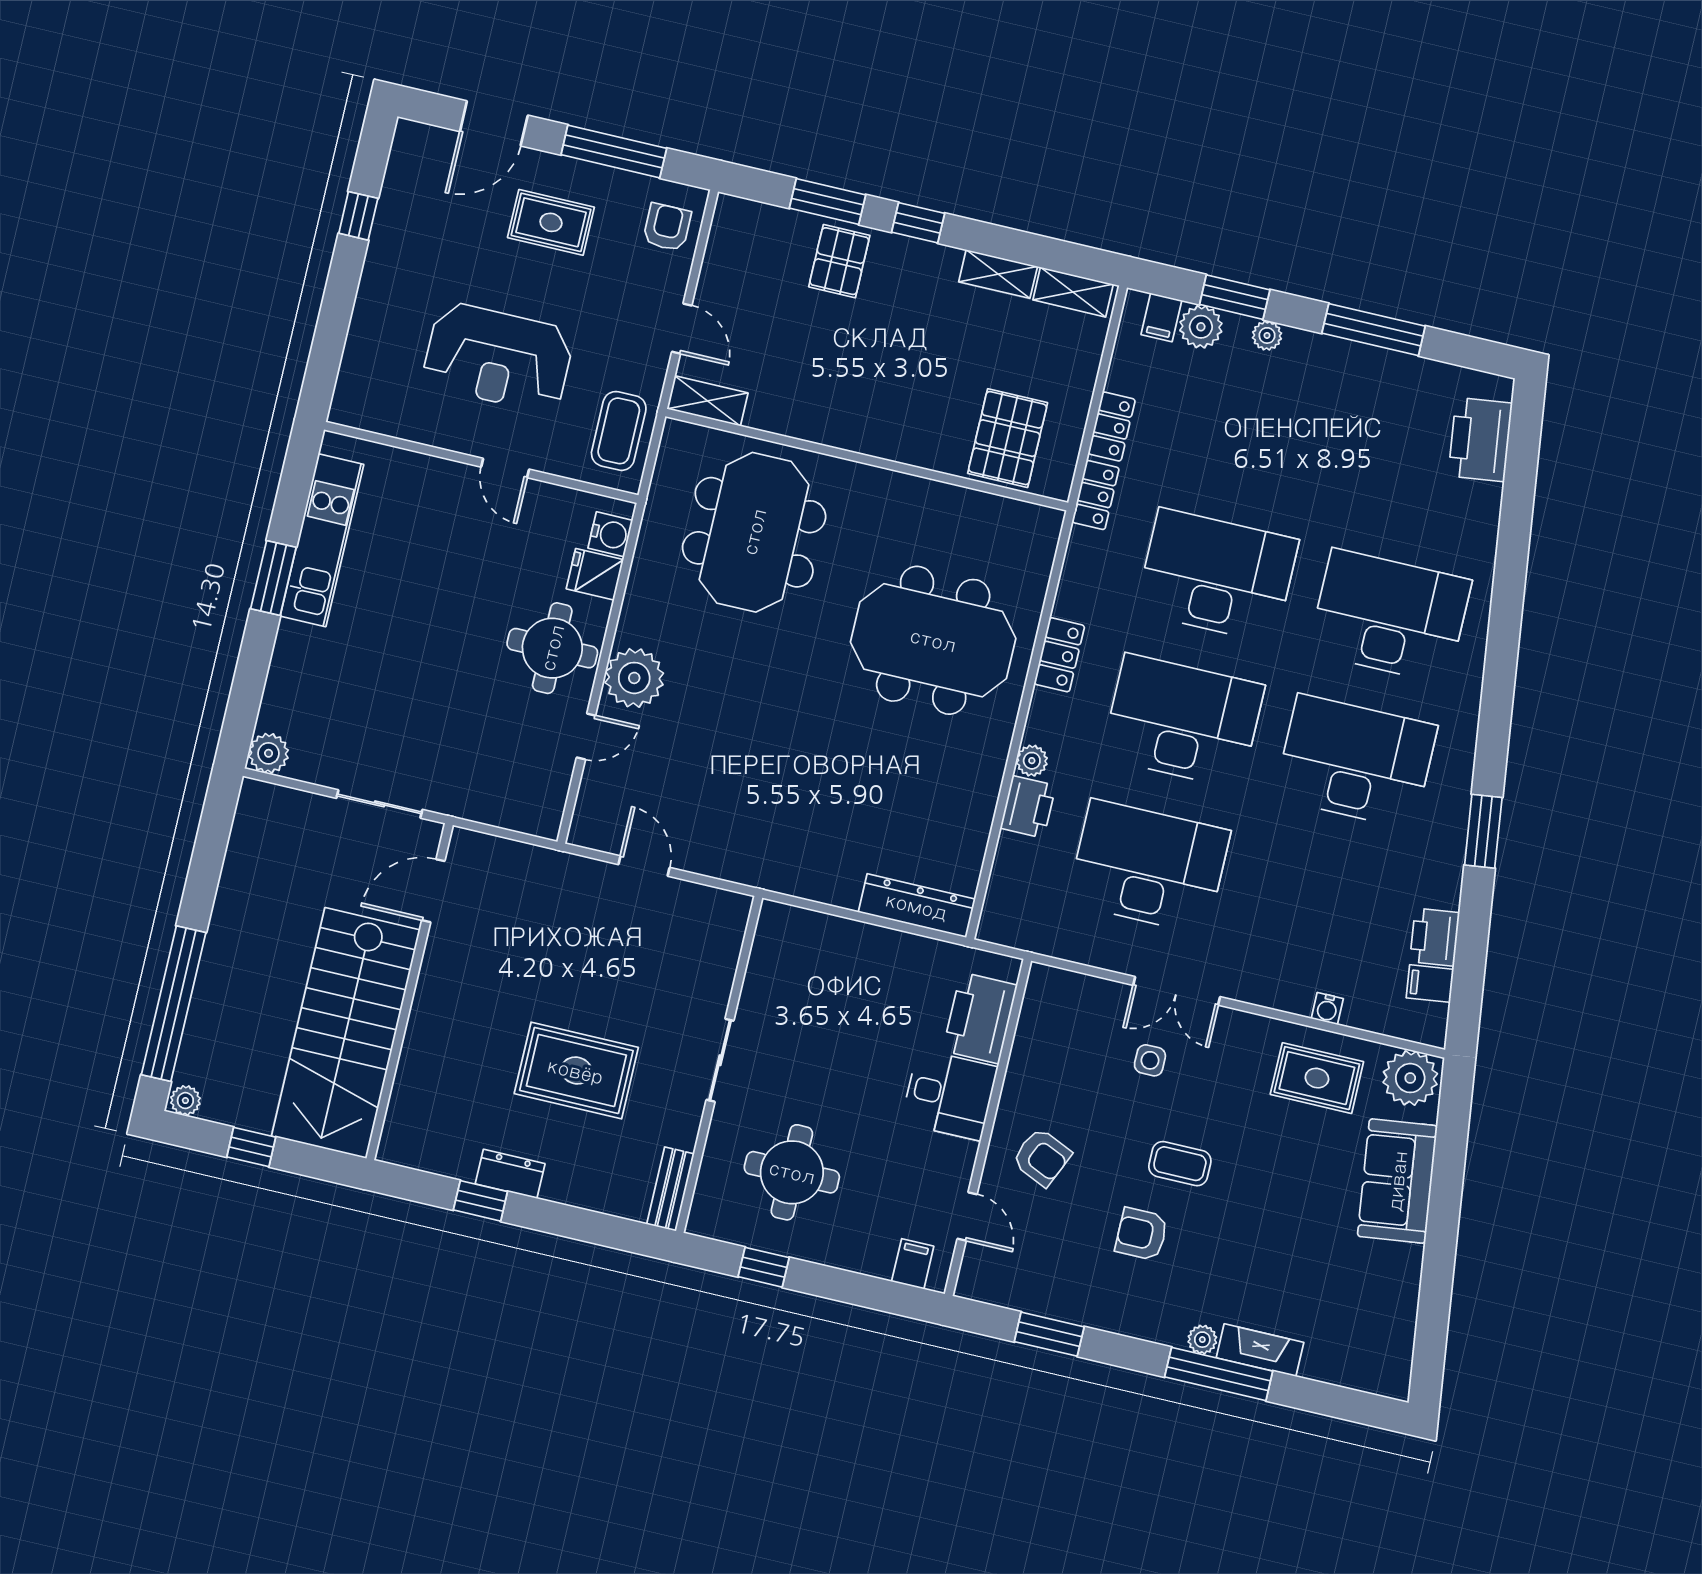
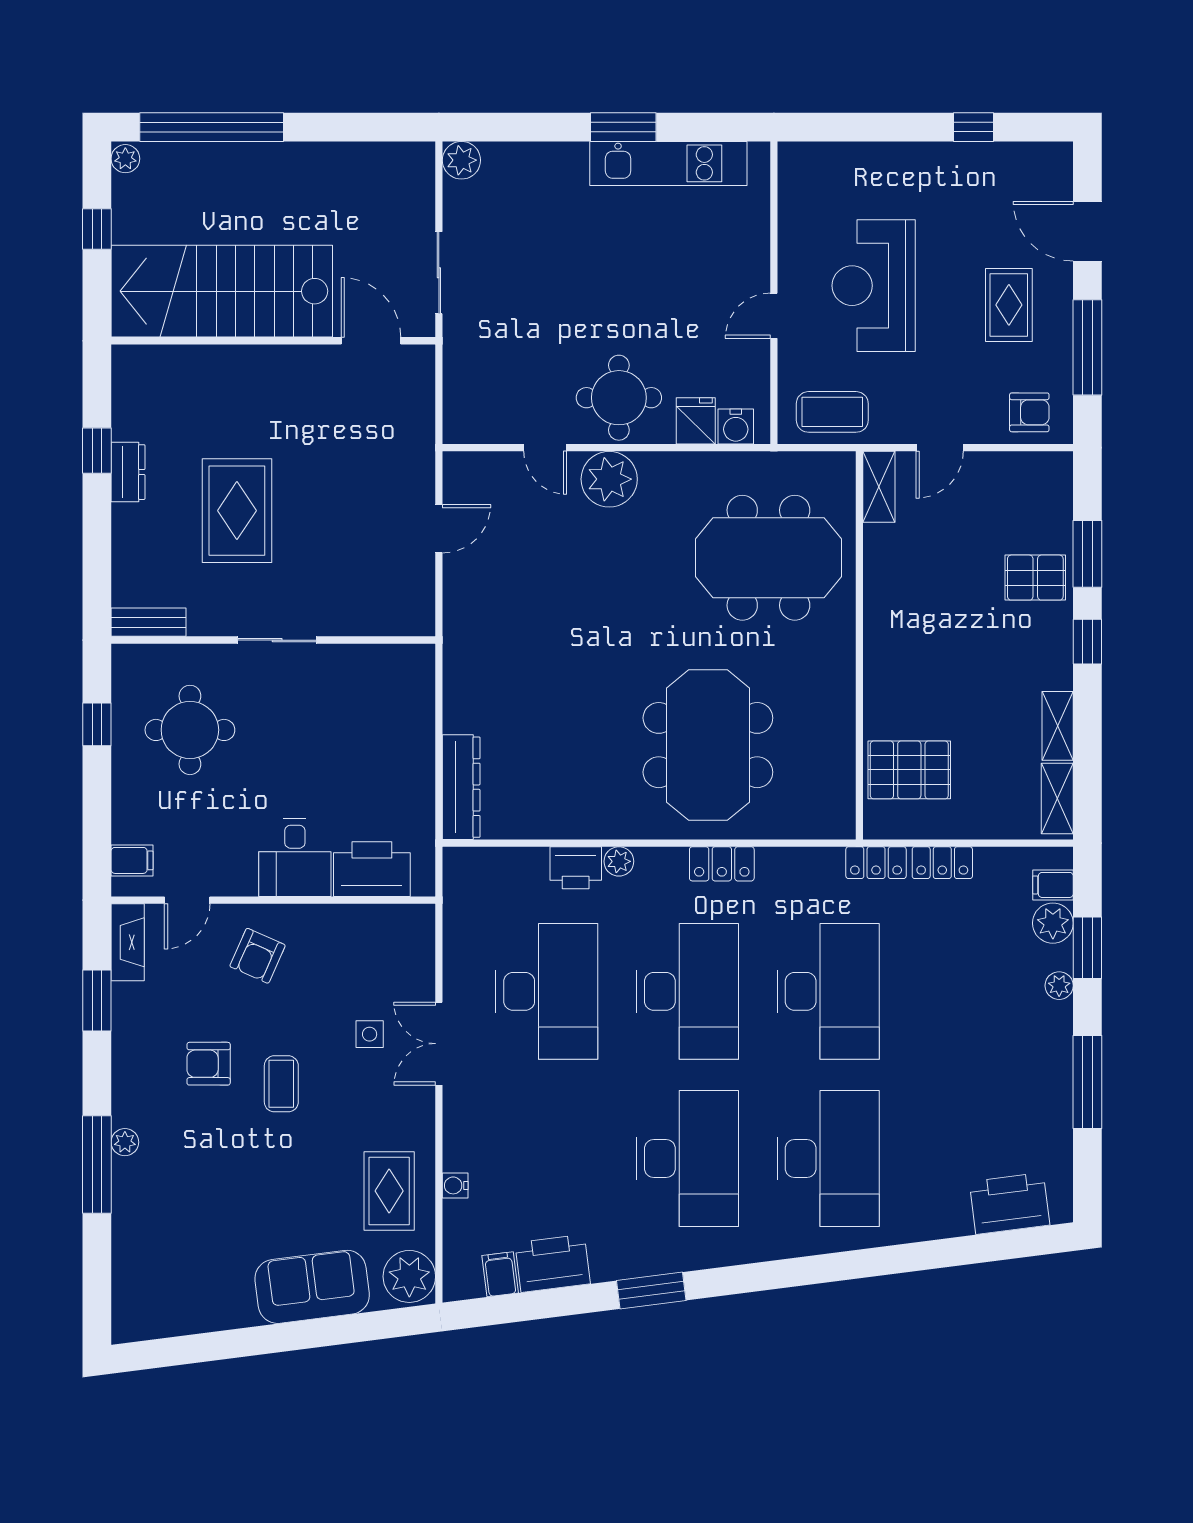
printer: (1435, 937) -> (553, 1263), width x1.37, depth x1.19
armchair: (1142, 1234) -> (209, 1064), turned -90
fireplace: (1260, 1350) -> (128, 942), moved

